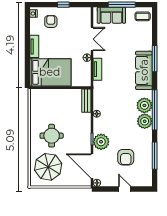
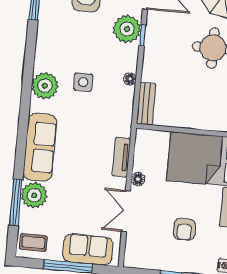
armchair: (51, 21) -> (184, 229), moved
window: (155, 59) -> (16, 202), moved
side table: (123, 109) -> (83, 82), added
window: (155, 110) -> (28, 76), removed
plant: (145, 121) -> (34, 195), moved

